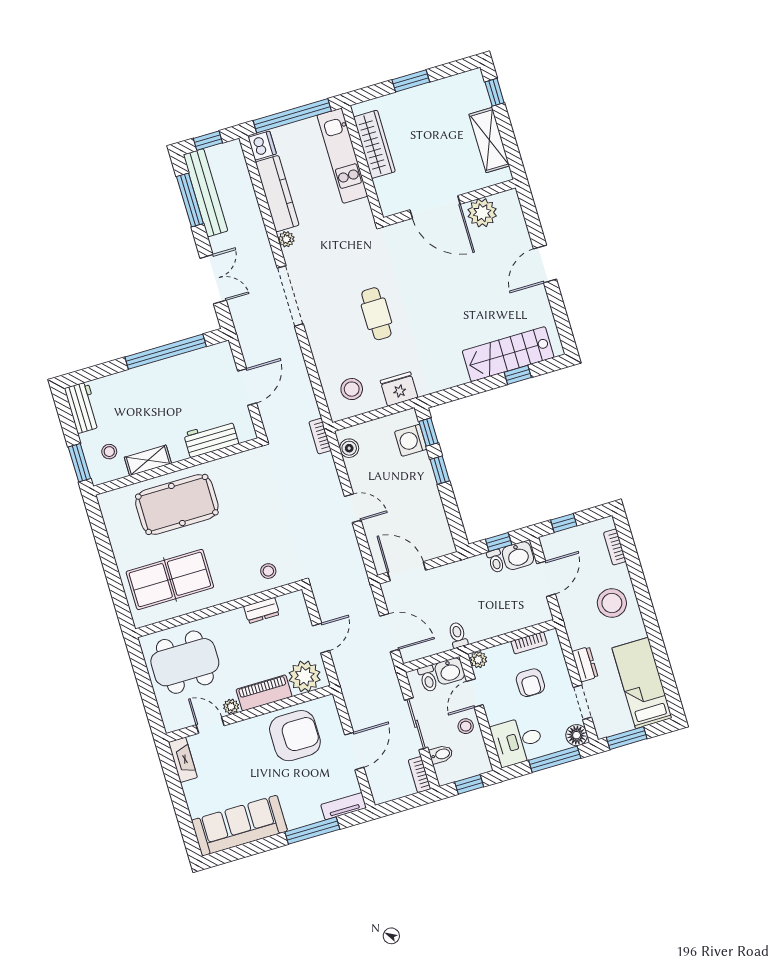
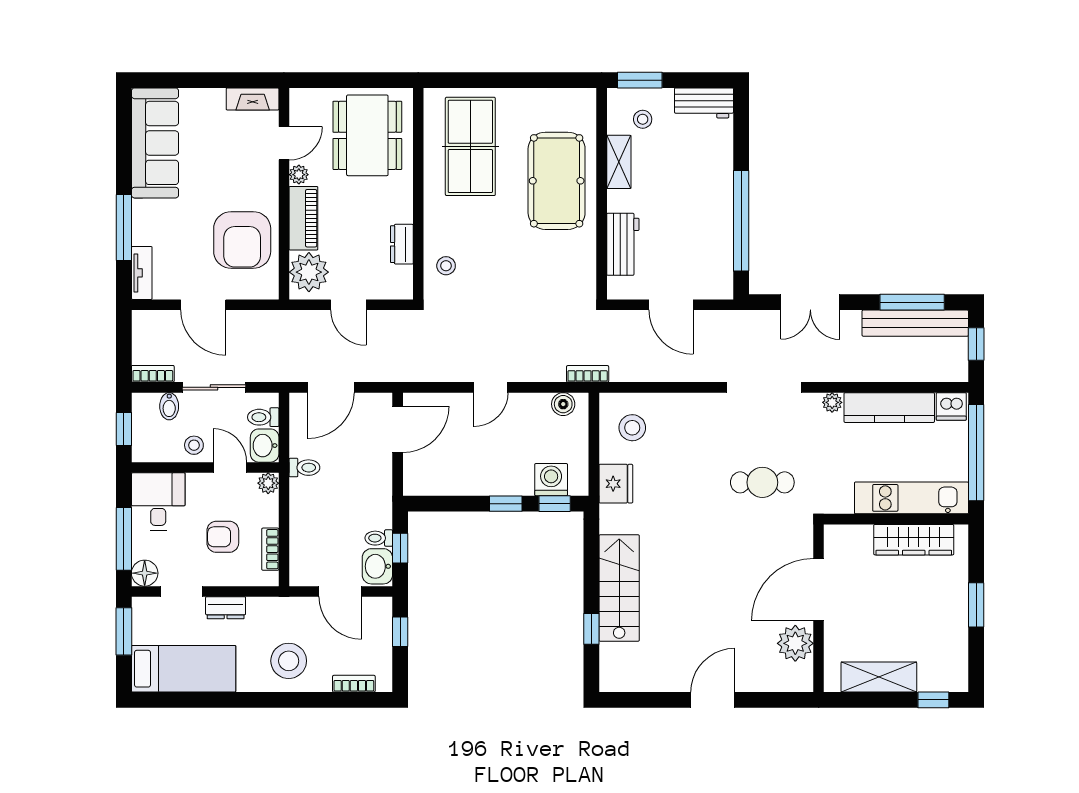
door: (545, 264) -> (713, 700), hinge flipped
cafe table: (376, 314) -> (762, 482), moved
stairs: (508, 354) -> (619, 588), moved

